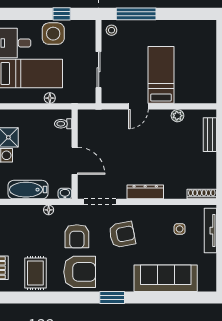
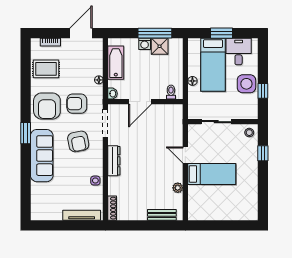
window: (136, 14) -> (263, 153), width x0.46
side table: (180, 229) -> (95, 181), moved
sofa: (166, 278) -> (42, 156), moved

